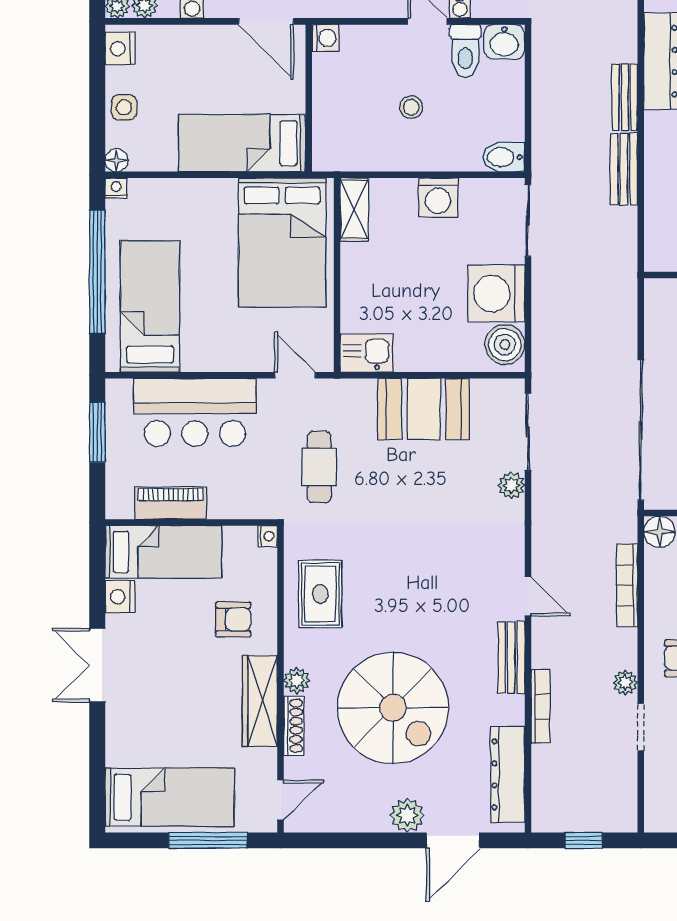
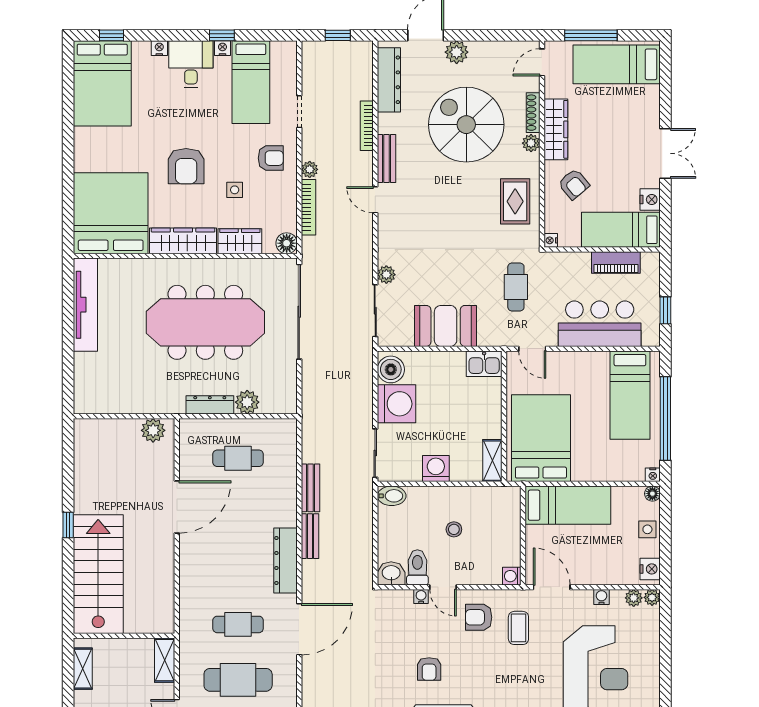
window: (97, 432) -> (665, 310), width x0.67
armchair: (233, 619) -> (574, 184), turned -130
plant: (625, 683) -> (310, 169), moved

